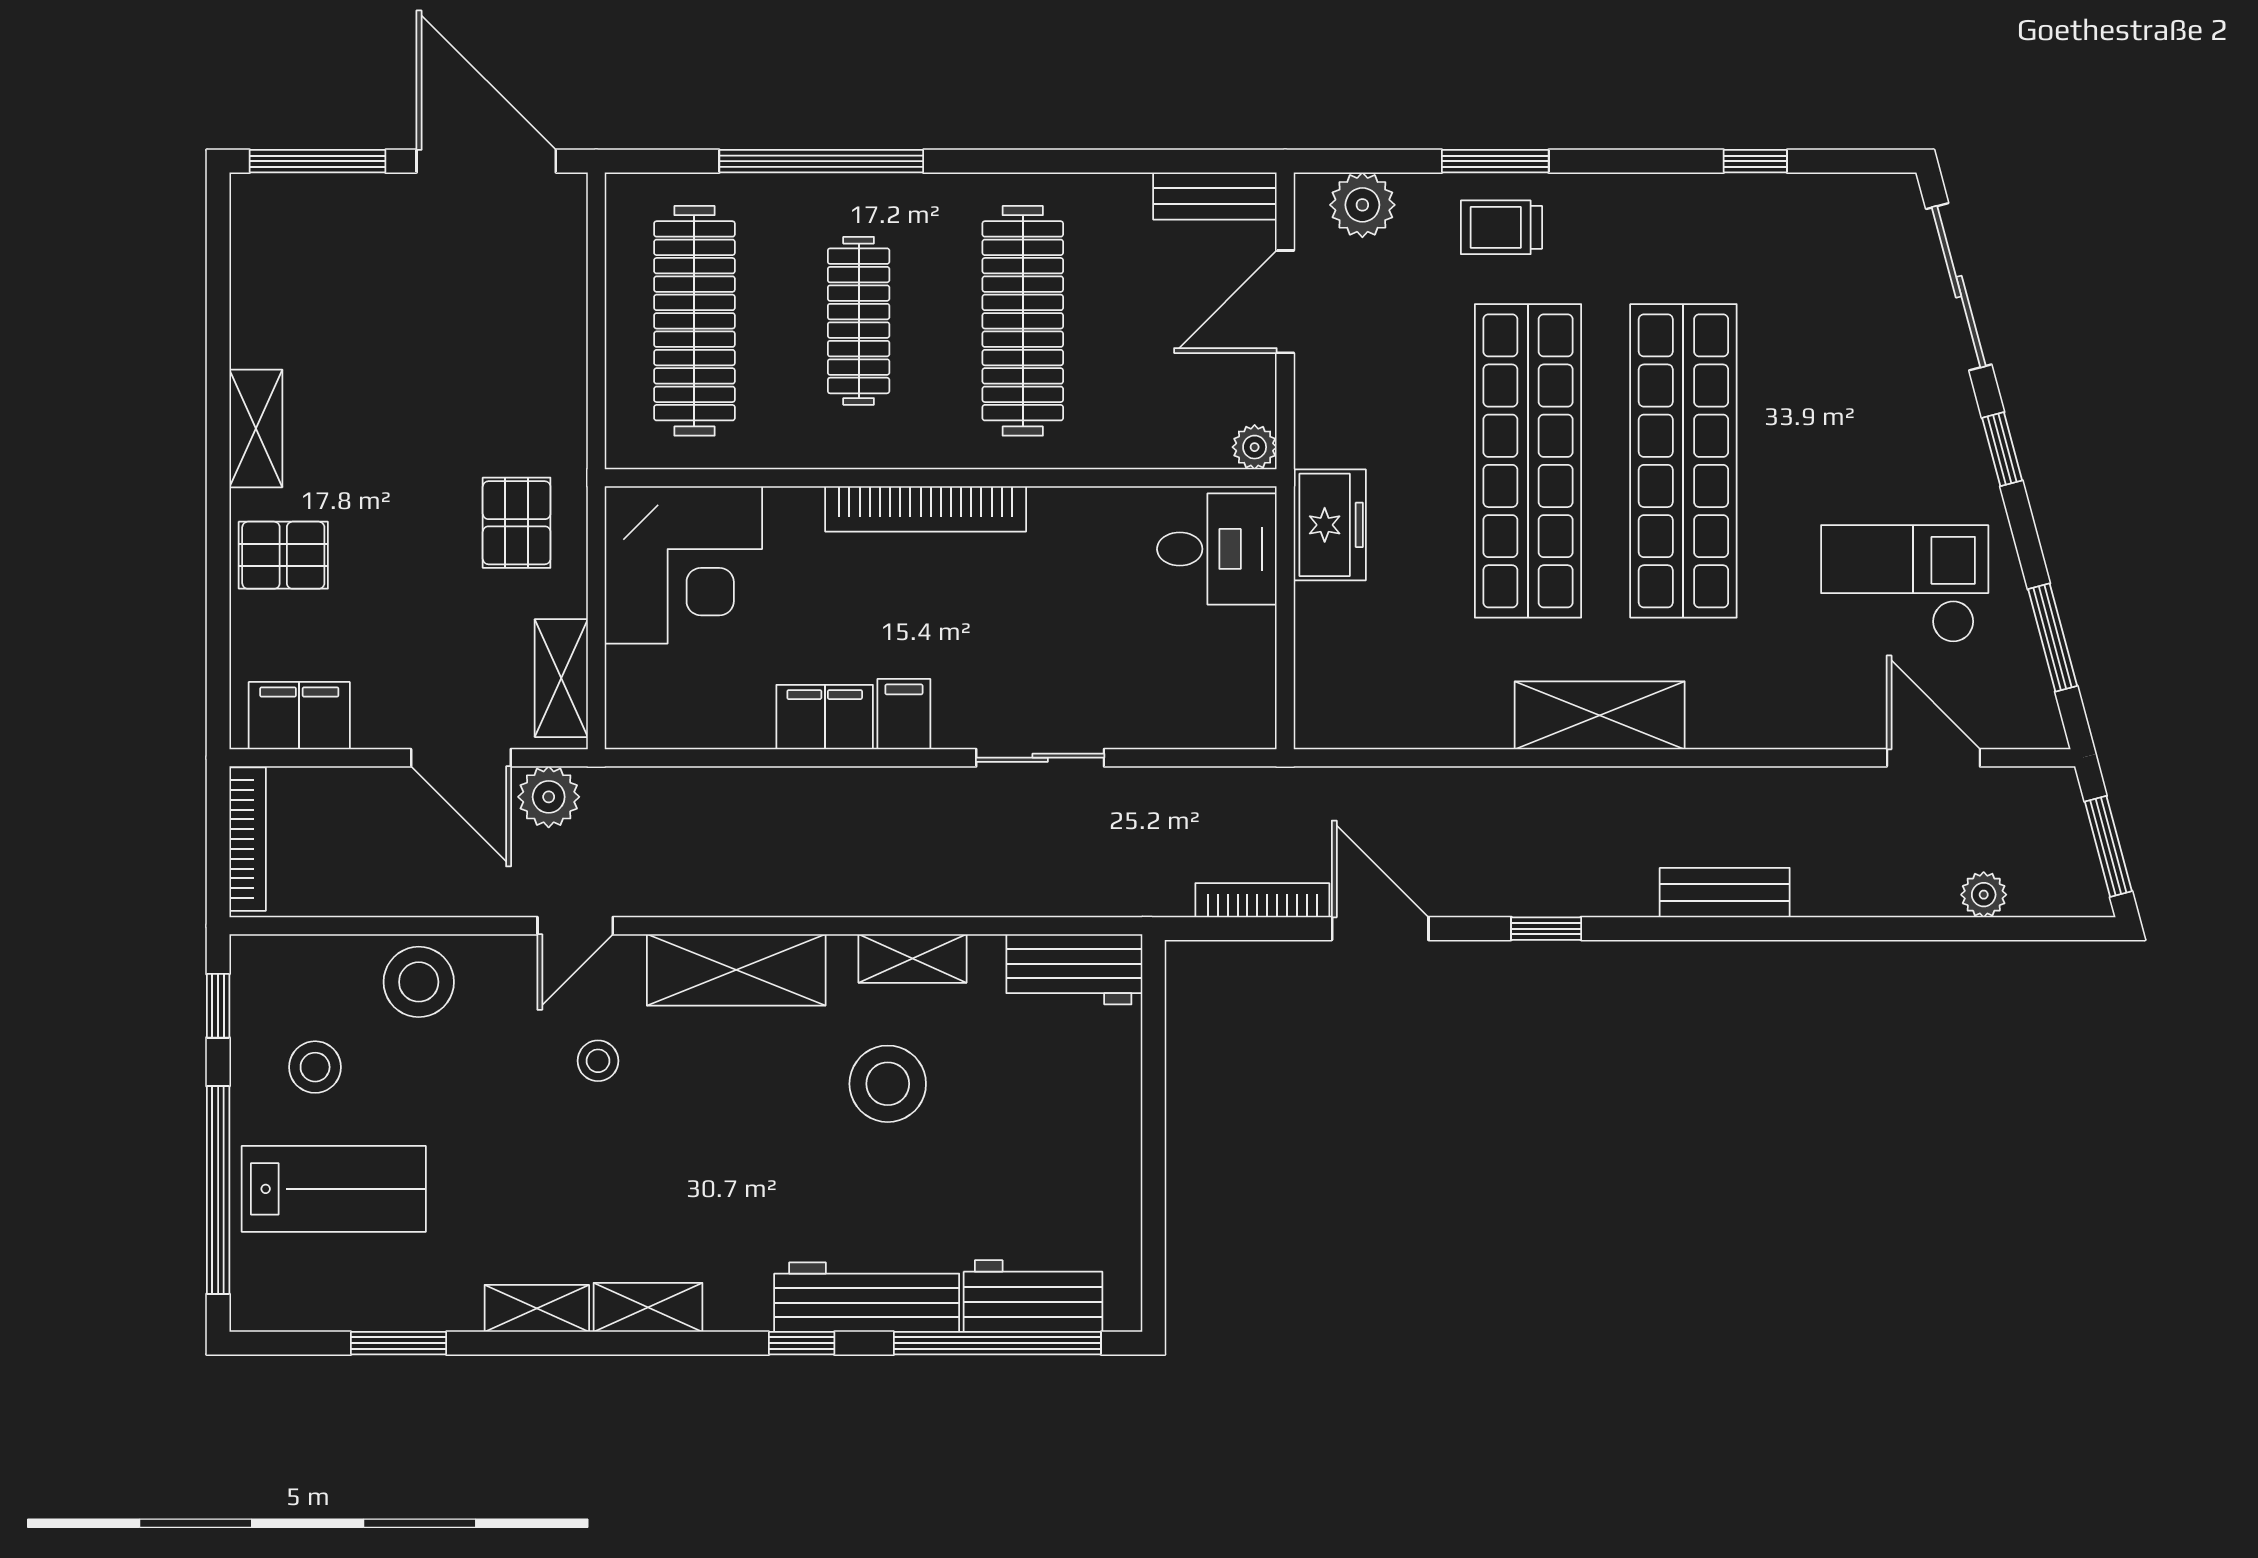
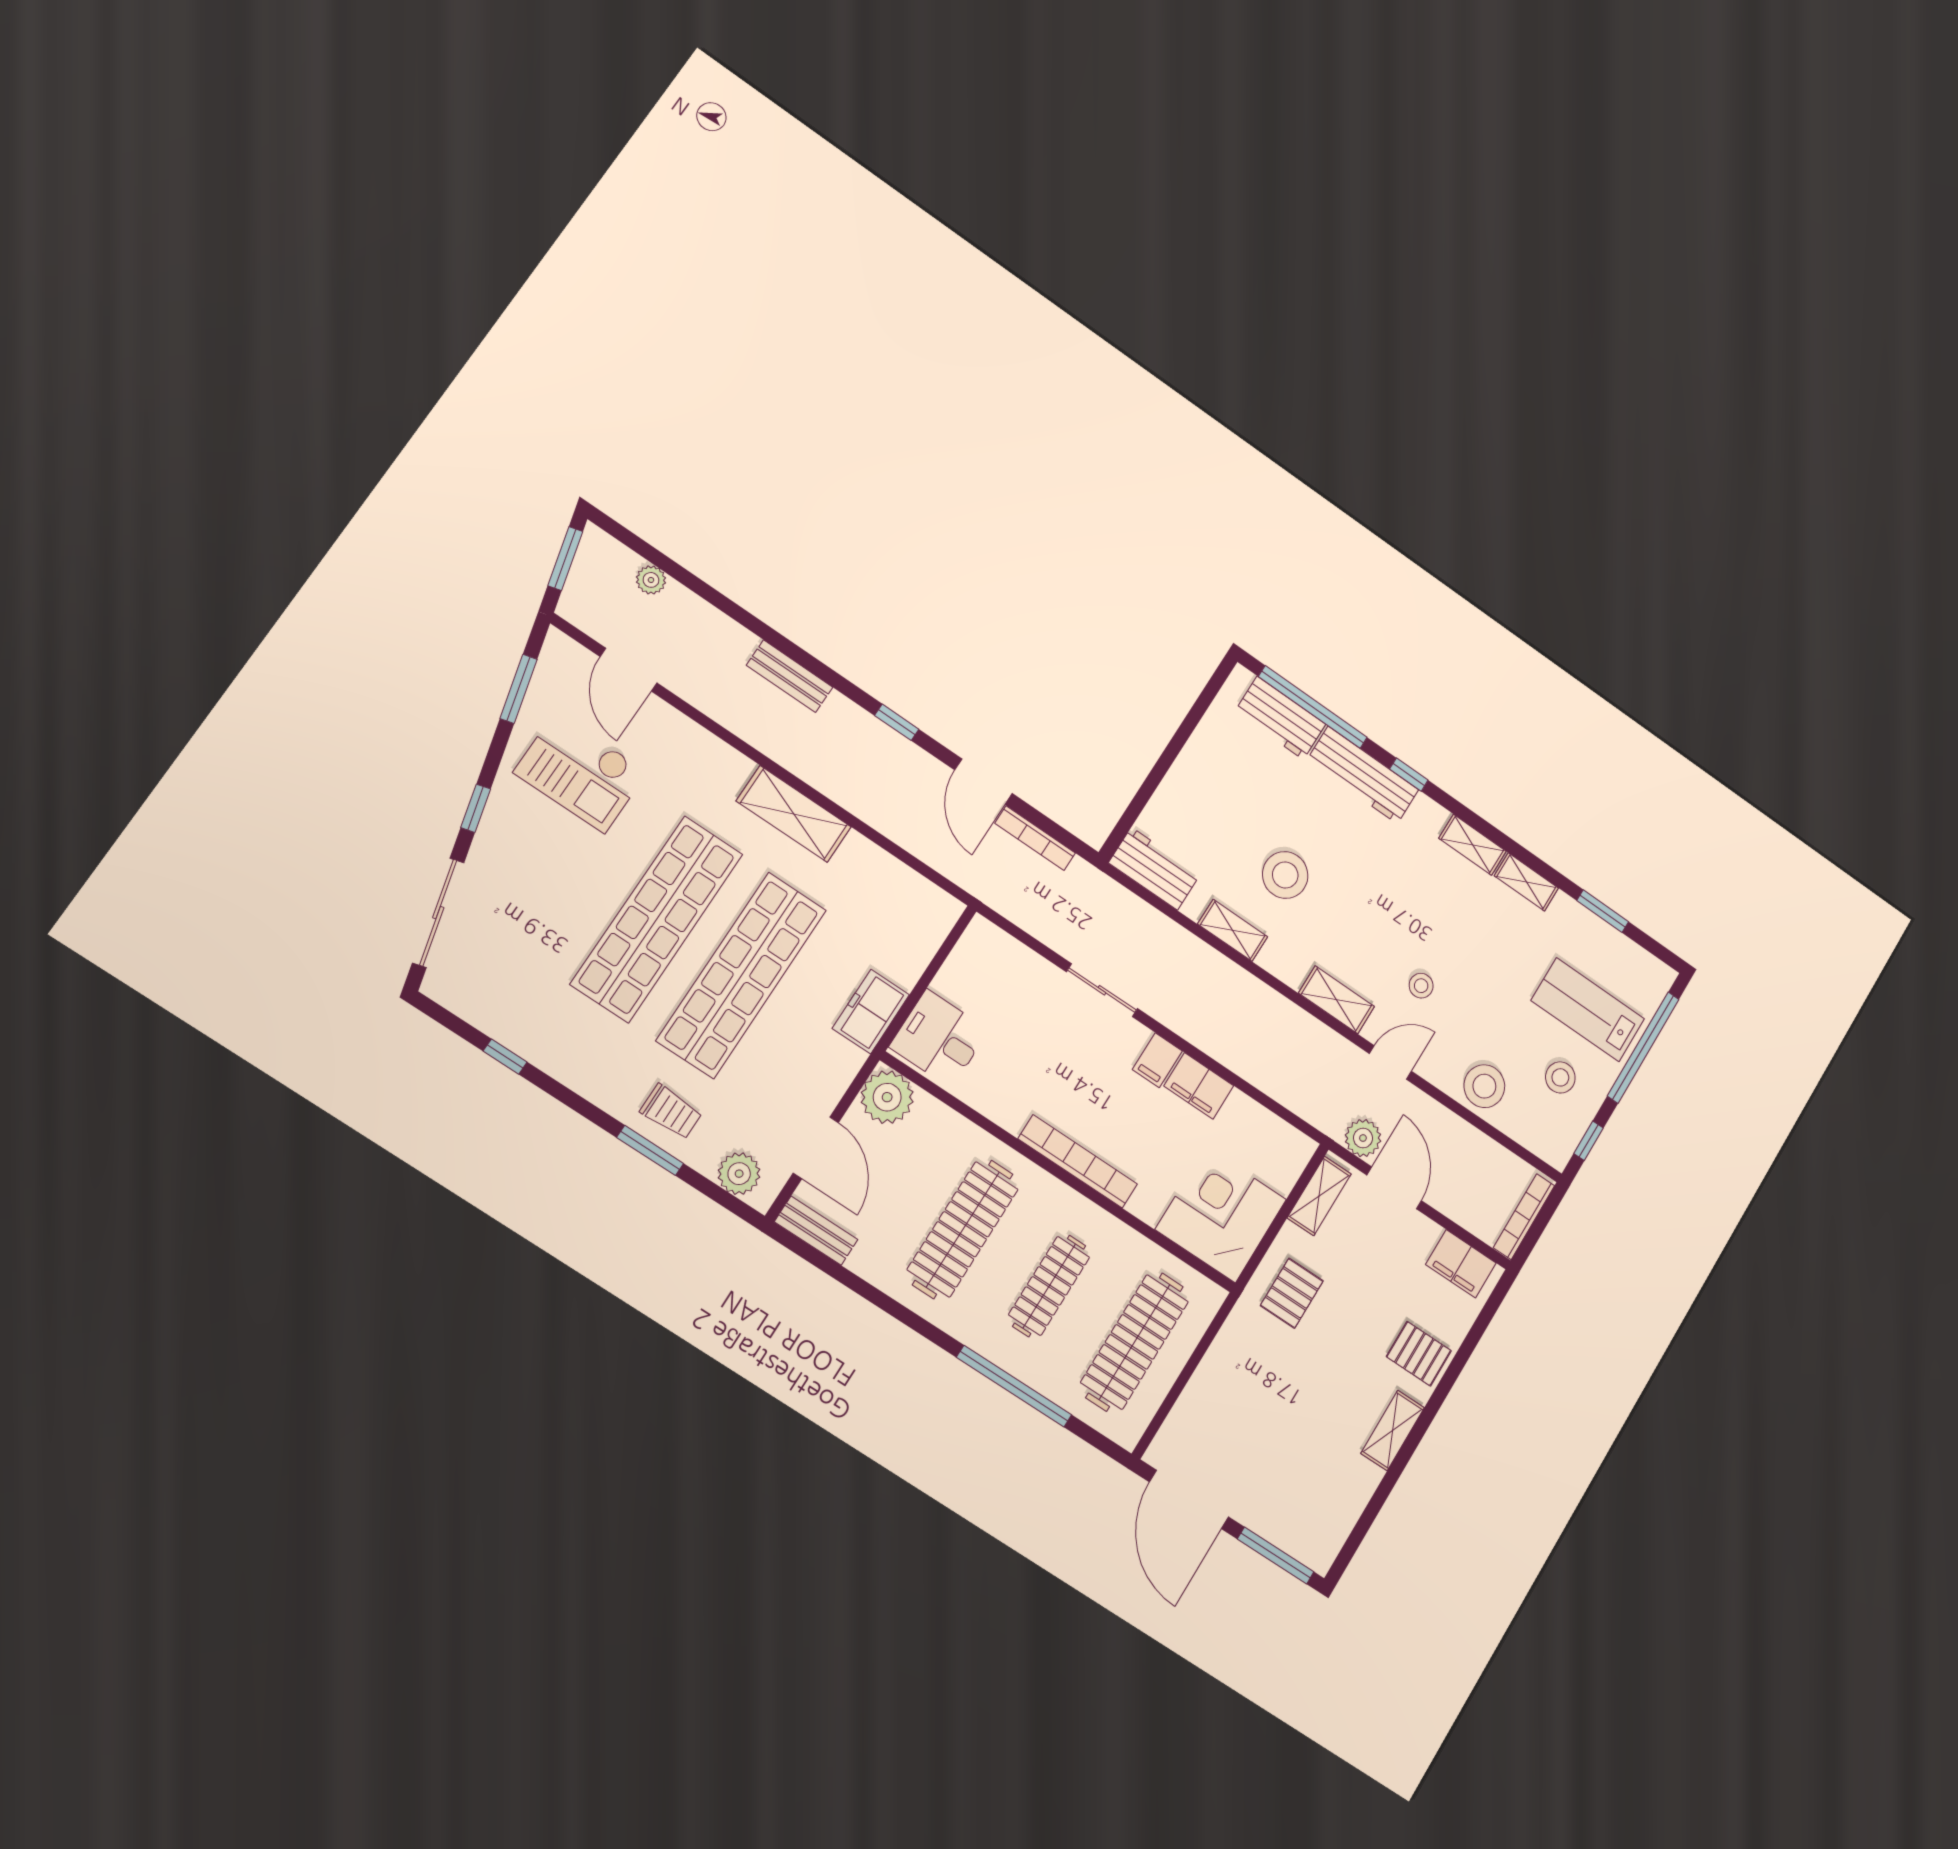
door: (1285, 302) -> (816, 1148), hinge flipped
plant: (1255, 447) -> (887, 1097), width x1.88, depth x1.88
shelving: (736, 970) -> (1336, 1000), width x0.67, depth x0.75

